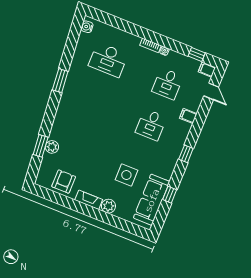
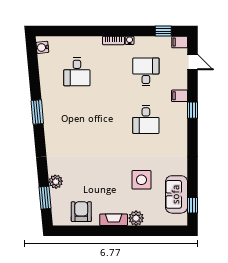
desk: (108, 60) -> (77, 72), width x0.73
desk: (168, 84) -> (146, 72), turned 180
window: (41, 146) -> (45, 198), moved
window: (186, 154) -> (193, 110), moved
window: (170, 195) -> (193, 205), moved
sofa: (152, 200) -> (176, 194), width x0.73

